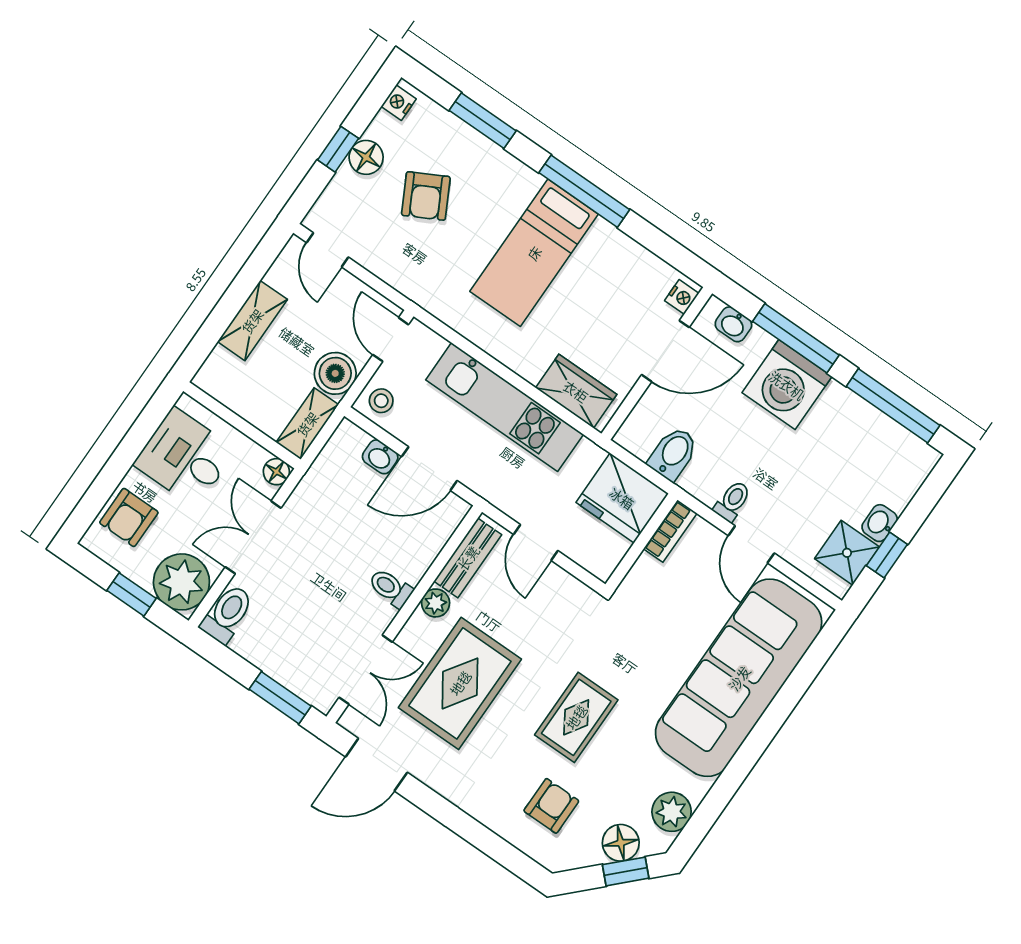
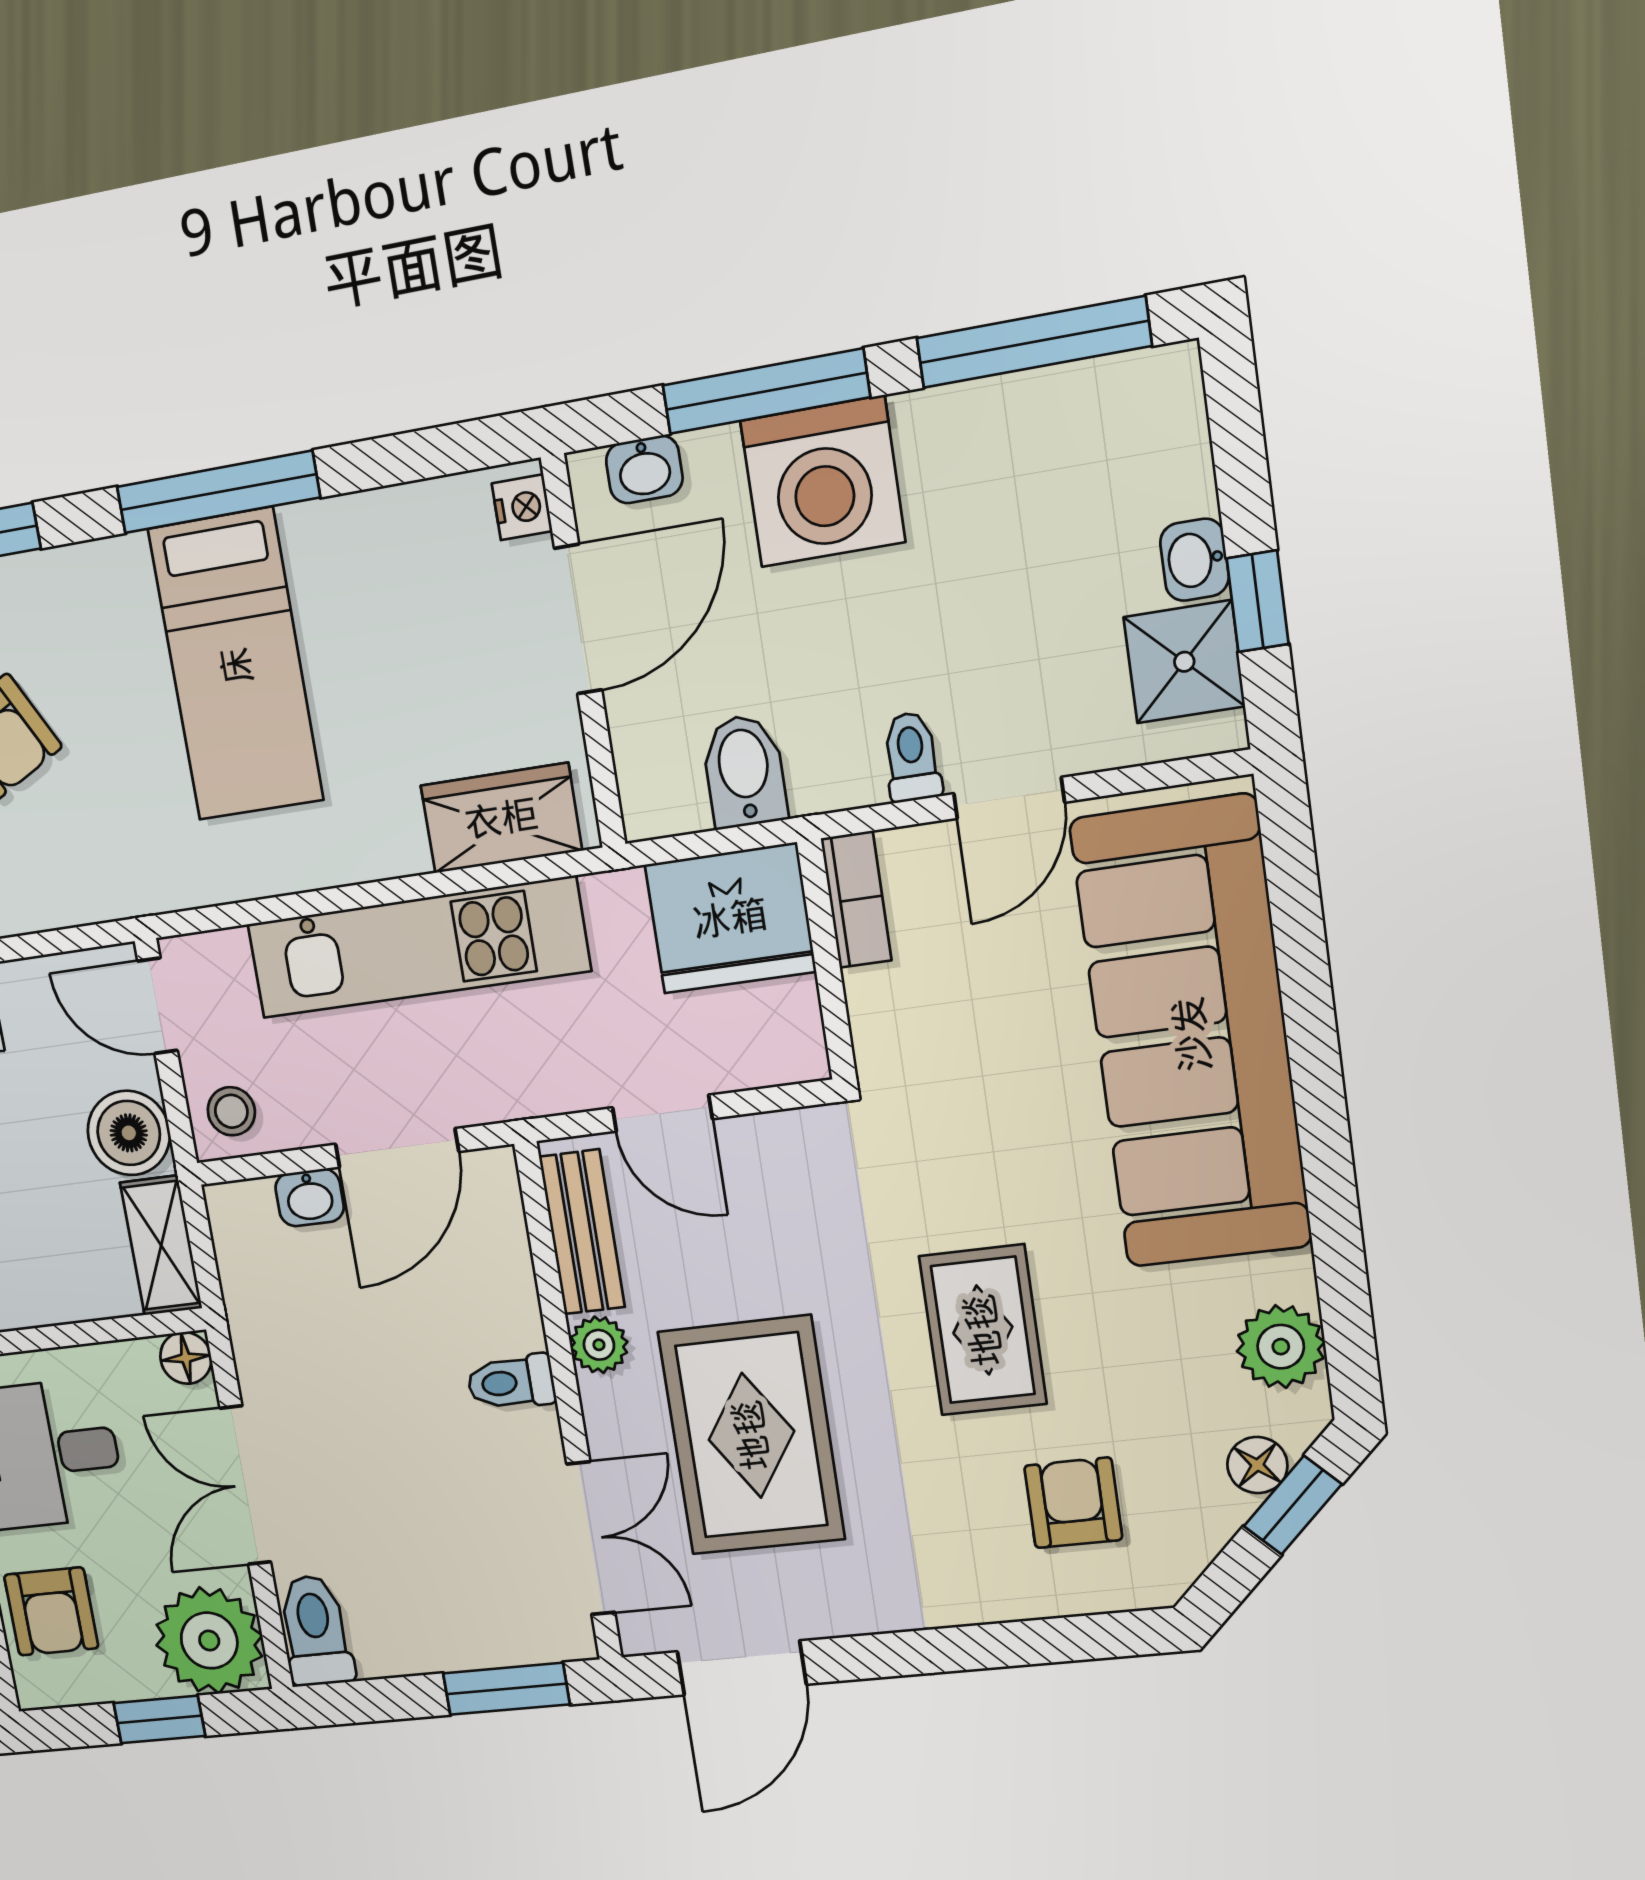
door: (751, 544) -> (1009, 798), hinge flipped
floor lamp: (621, 843) -> (1257, 1465), width x0.73, depth x0.73

